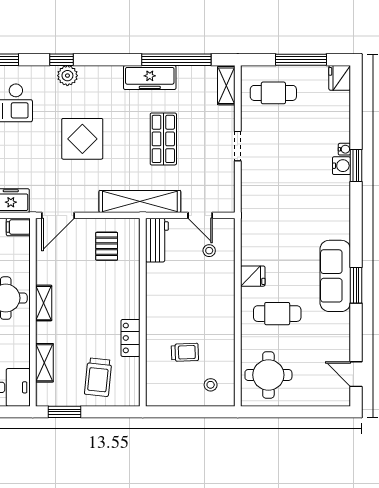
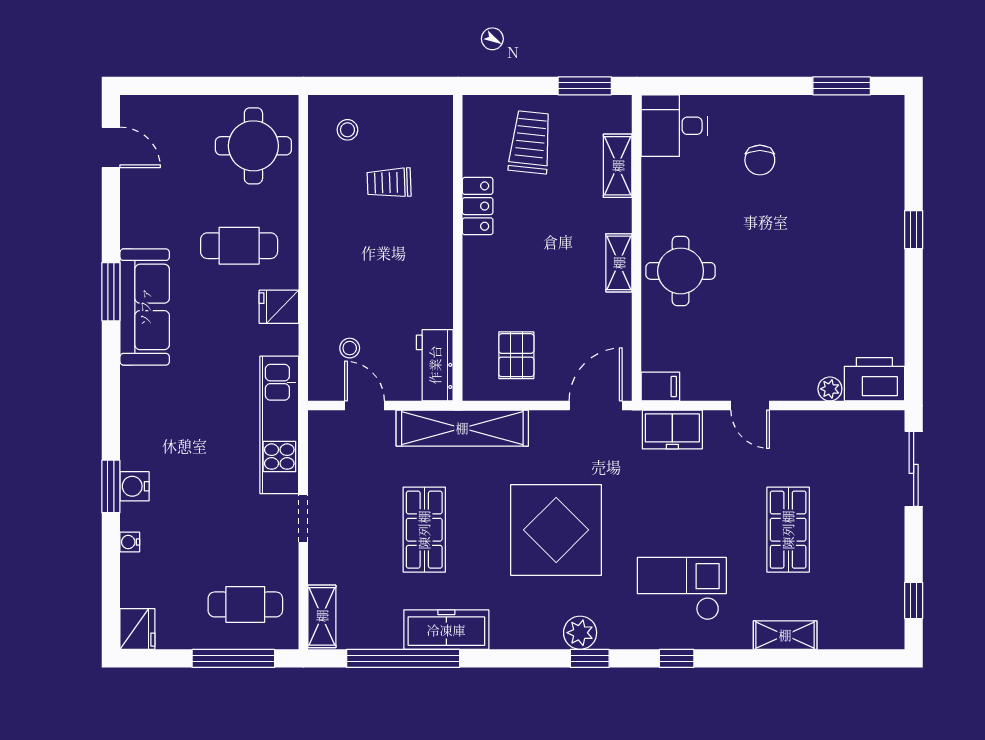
window: (301, 60) -> (233, 658), moved
display table: (82, 139) -> (556, 530), width x1.36, depth x1.36
water cooler: (344, 149) -> (130, 542), moved
kitchen unit: (252, 203) -> (279, 425), added

